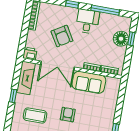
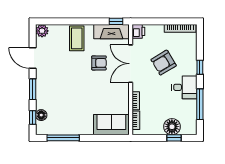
sofa: (89, 82) -> (111, 125), moved, turned 90
window: (13, 96) -> (116, 21), moved
armchair: (68, 115) -> (99, 63), moved
coffee table: (35, 116) -> (77, 38), moved

